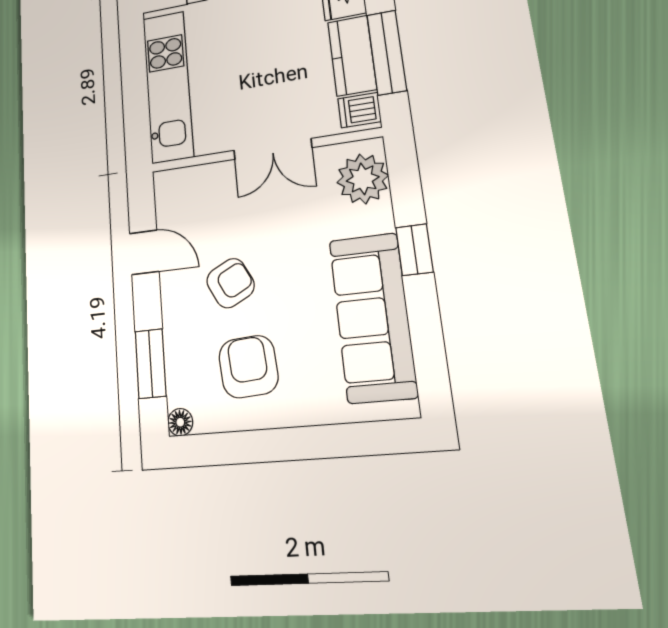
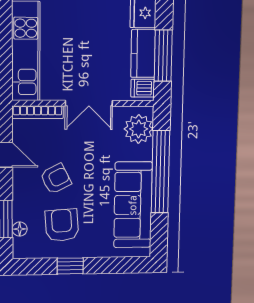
bookcase: (192, 176) -> (38, 112), added
window: (414, 250) -> (160, 172), width x3.17
floor lamp: (180, 422) -> (20, 229), moved
window: (271, 445) -> (70, 266), added

